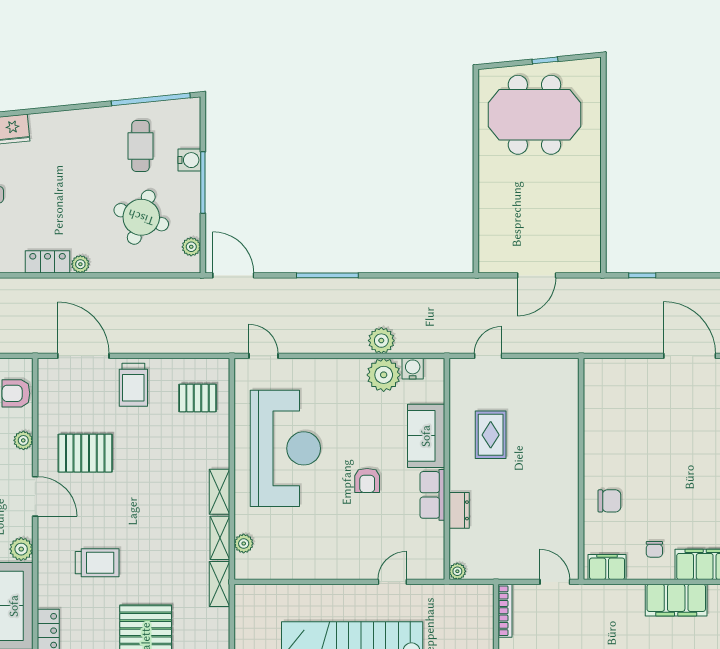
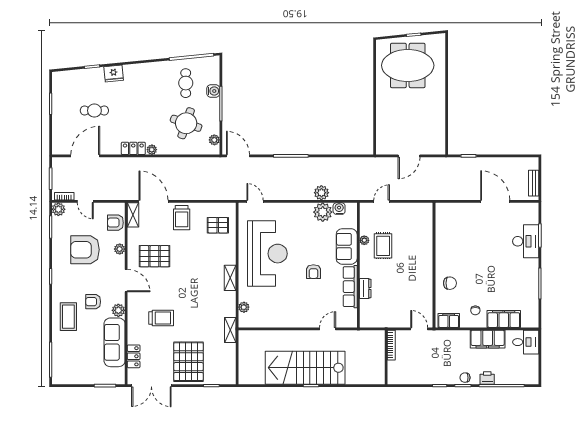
row of seats: (432, 495) -> (350, 287), width x1.48
shelving: (220, 538) -> (133, 215), moved
plant: (457, 571) -> (364, 240), moved

